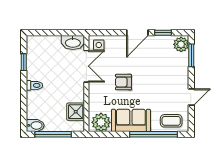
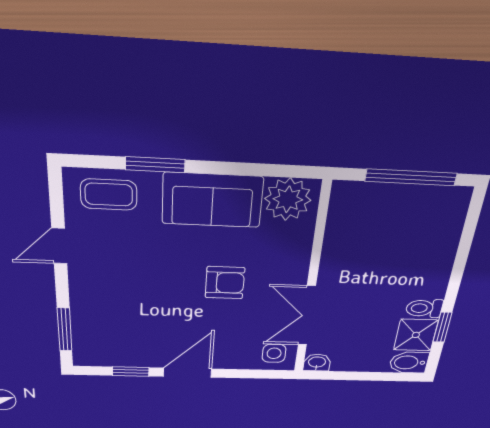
washbasin: (73, 42) -> (317, 362), width x0.52, depth x0.69
plant: (181, 44) -> (89, 350), removed
toilet: (34, 85) -> (424, 308), moved
shower: (76, 112) -> (416, 335), moved
bidet: (35, 125) -> (409, 362), moved
window: (153, 134) -> (155, 165), width x0.47

